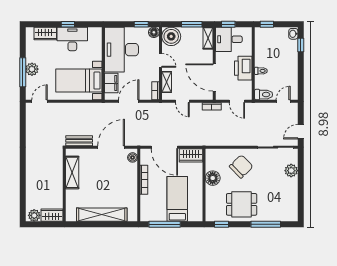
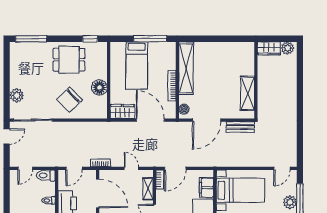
door: (129, 101) -> (175, 168), moved
door: (237, 101) -> (74, 168), swing flipped
shelving: (102, 215) -> (186, 68), moved, turned 90
window: (266, 224) -> (31, 39), moved

